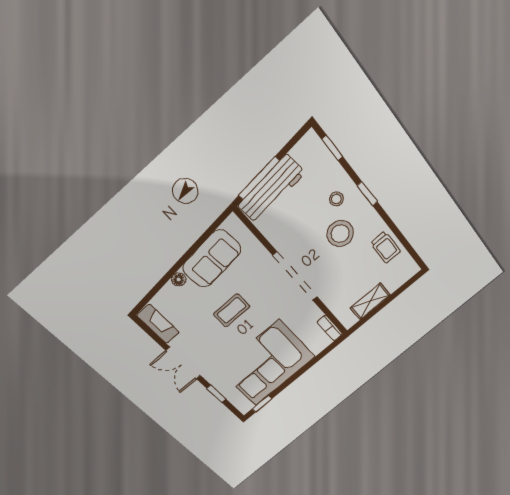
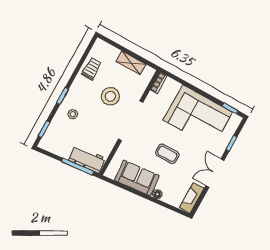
workbench: (271, 189) -> (87, 159), width x0.73
stool: (340, 234) -> (110, 96), moved
double door: (183, 363) -> (215, 173), swing flipped

